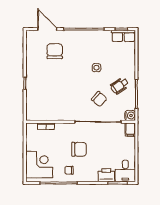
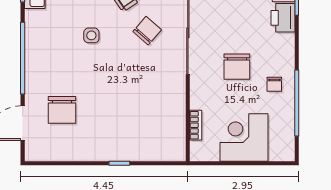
chair: (55, 51) -> (62, 110), turned -90
chair: (79, 149) -> (237, 67), turned 180
corner desk: (39, 164) -> (244, 138), moved

